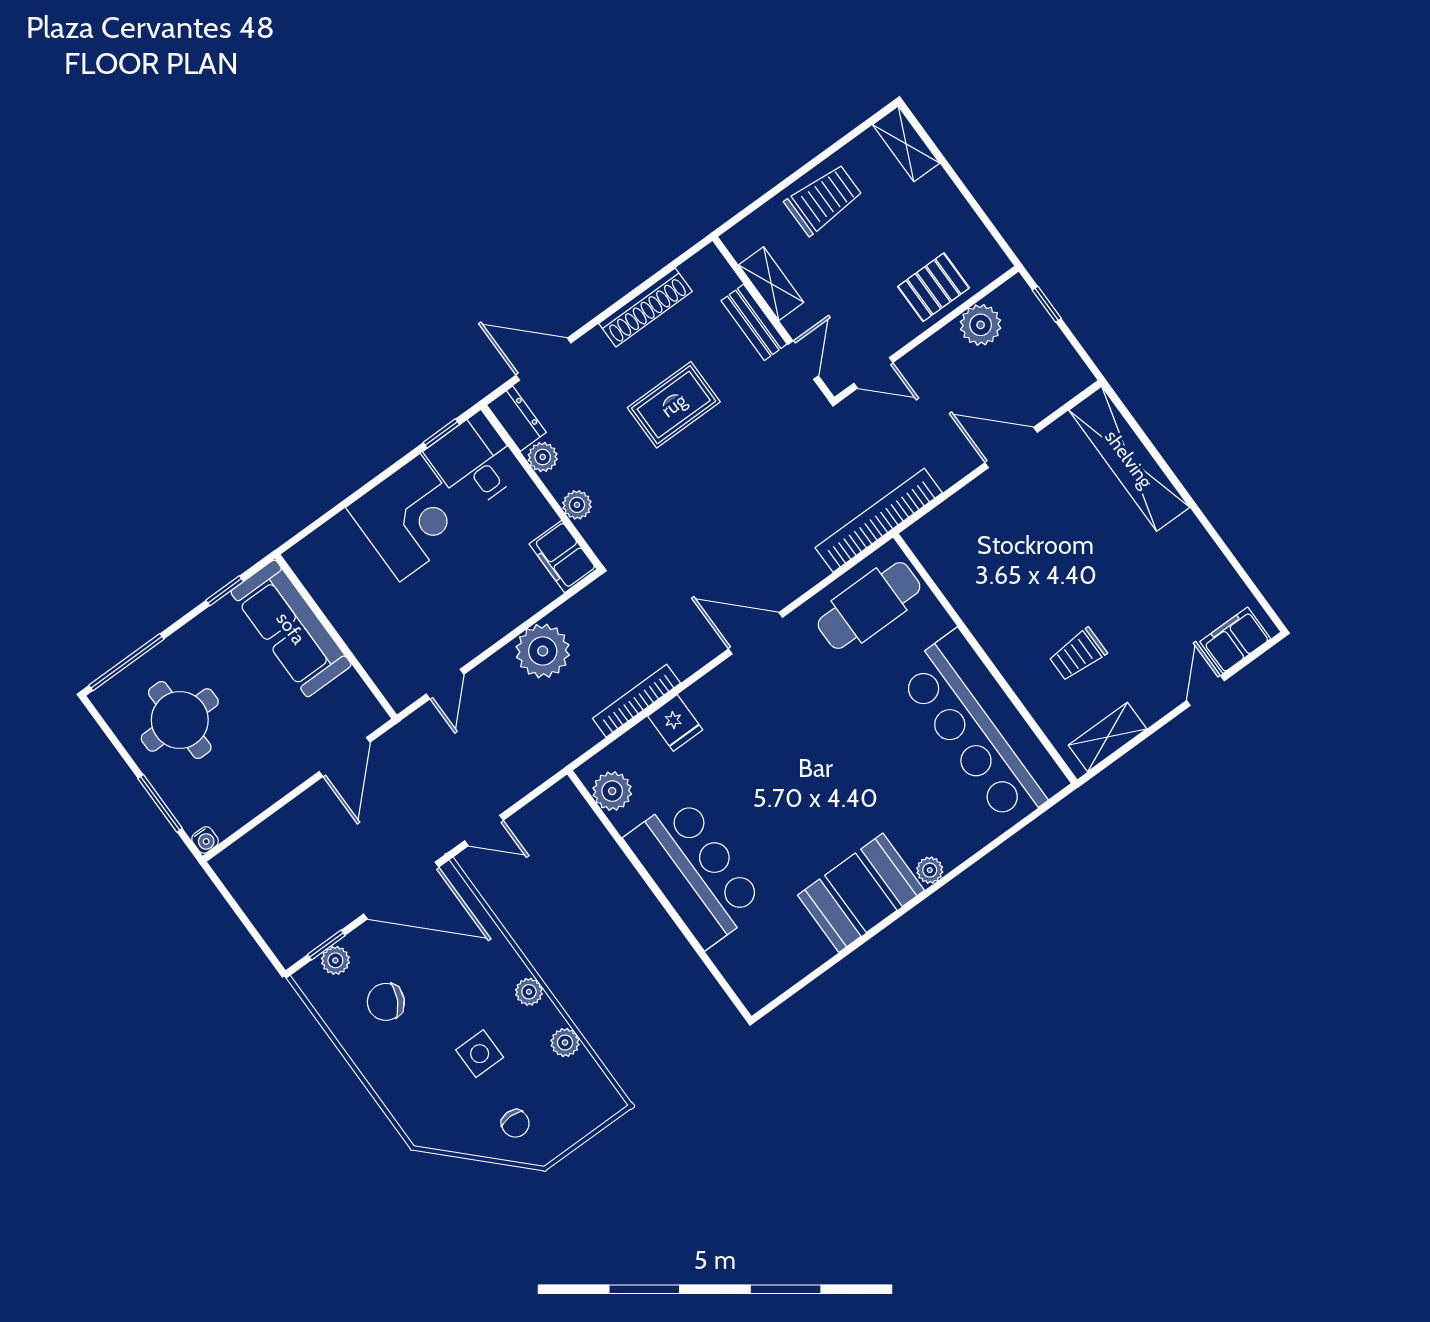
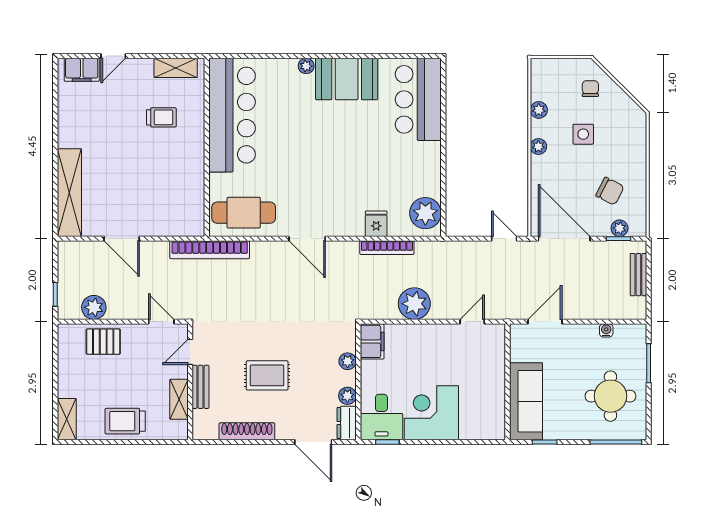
plant: (612, 791) -> (425, 213), width x1.36, depth x1.36
water cooler: (205, 840) -> (606, 330), moved
bar counter: (695, 872) -> (418, 99), moved
bench: (263, 915) -> (638, 275), added

